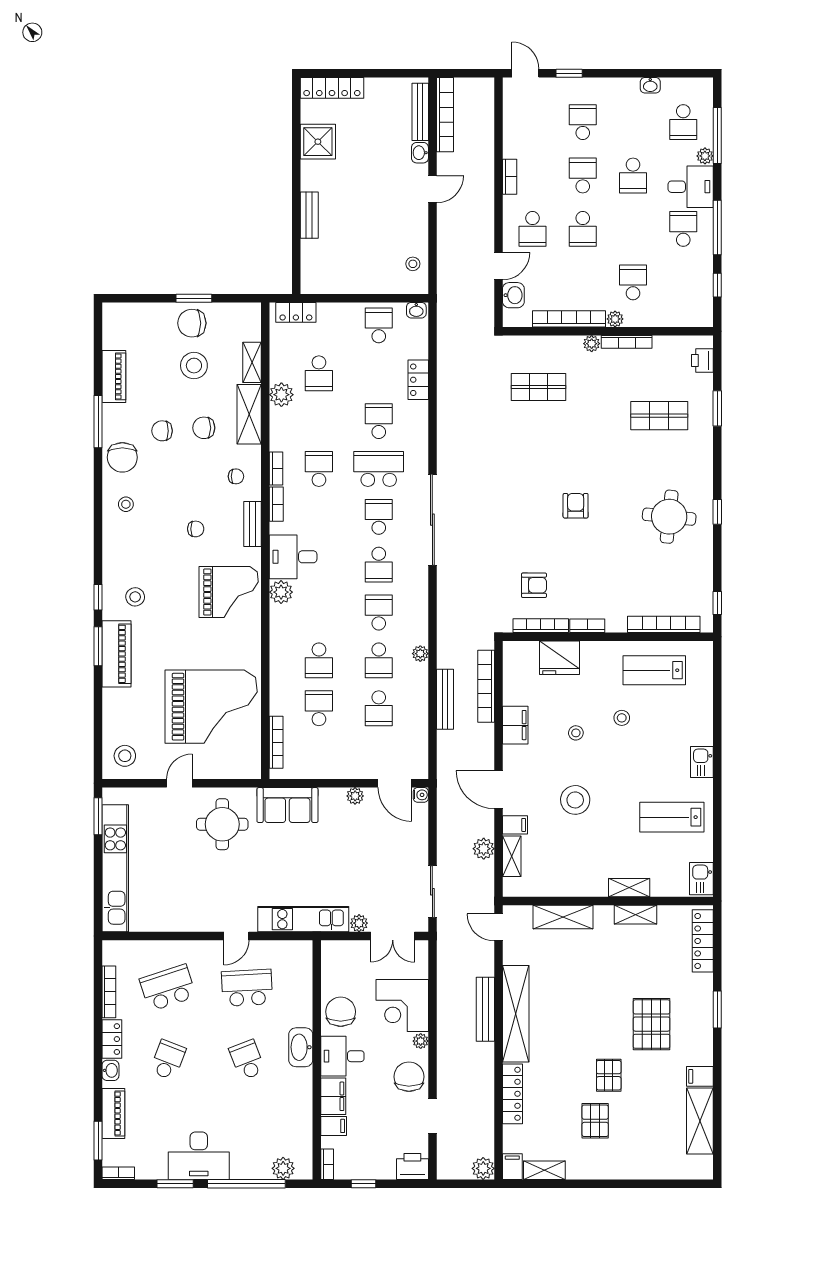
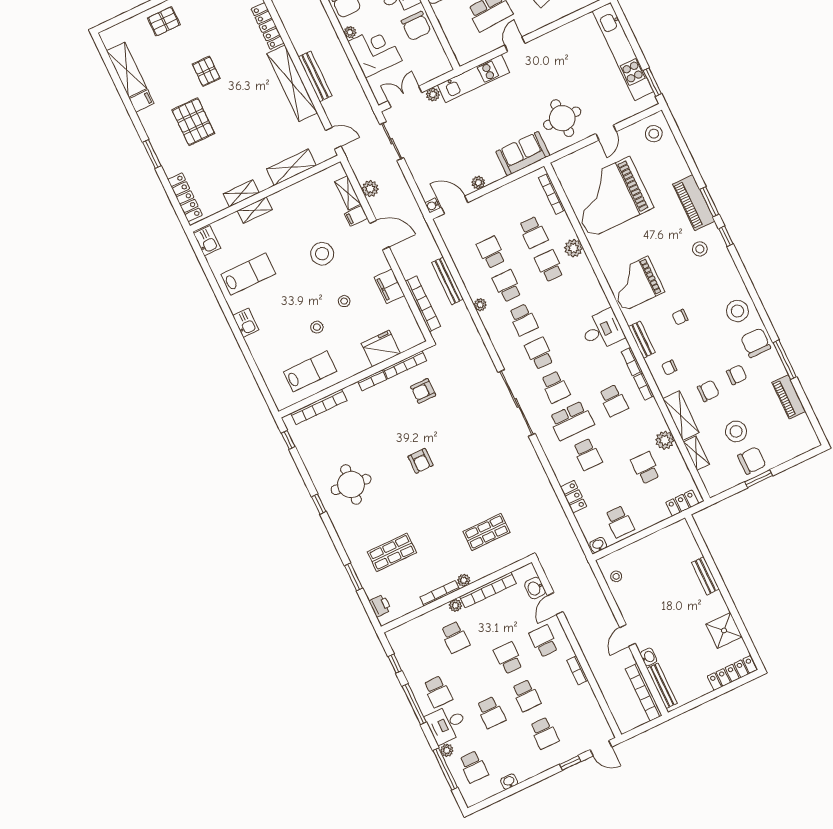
school desk: (683, 122) -> (474, 767), turned 180
school desk: (633, 176) -> (491, 712), turned 180
stool: (126, 504) -> (737, 311), width x1.89, depth x1.89
plant: (281, 592) -> (573, 248), moved
pallet: (595, 1121) -> (164, 21), moved, turned 90

